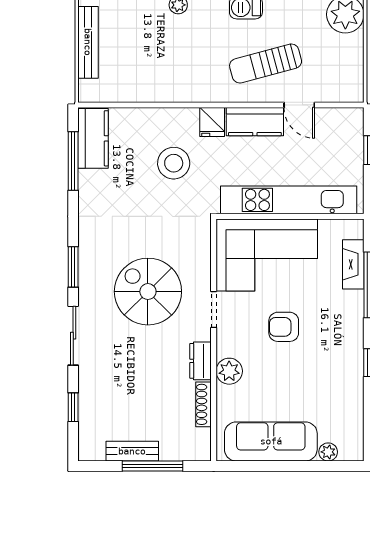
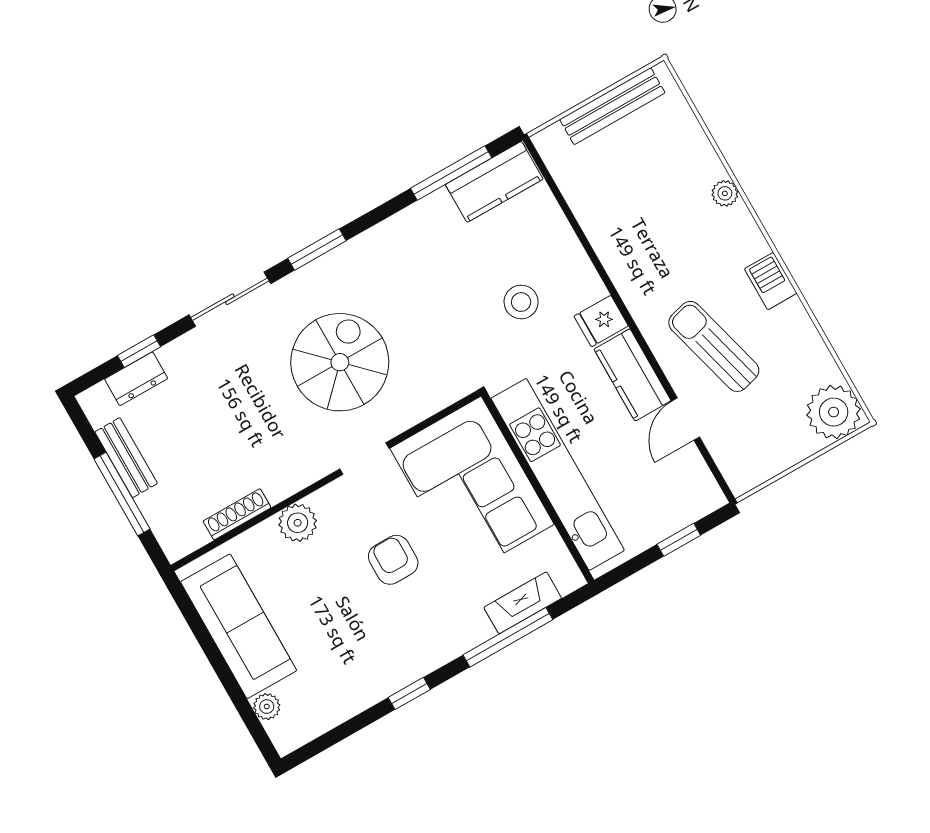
stool: (174, 163) -> (521, 302), width x0.73, depth x0.73
dresser: (201, 361) -> (136, 379), moved, turned 180

